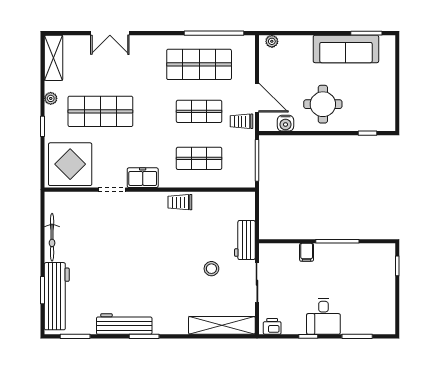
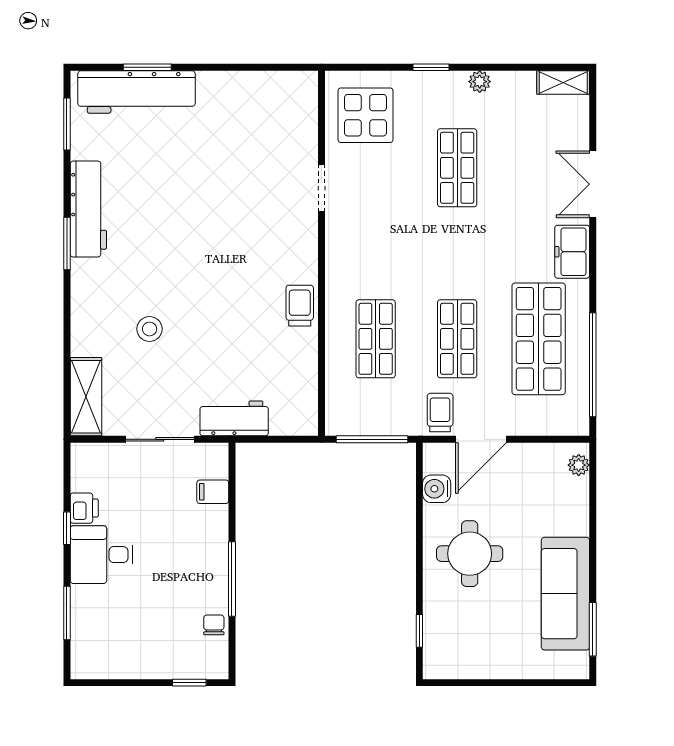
shelving: (54, 58) -> (563, 82), width x0.67, depth x0.75
shop shelf: (100, 111) -> (457, 168), width x0.70, depth x0.74
display table: (70, 164) -> (366, 115), width x0.73, depth x0.73
freezer: (143, 178) -> (572, 252), moved, turned 180
bicycle: (52, 237) -> (239, 84), removed
filing cabinet: (307, 252) -> (213, 492), moved
chair: (364, 252) -> (214, 625), added
stool: (211, 269) -> (150, 329), moved
shelving: (222, 325) -> (86, 397), width x0.68
printer: (272, 326) -> (84, 508), moved

